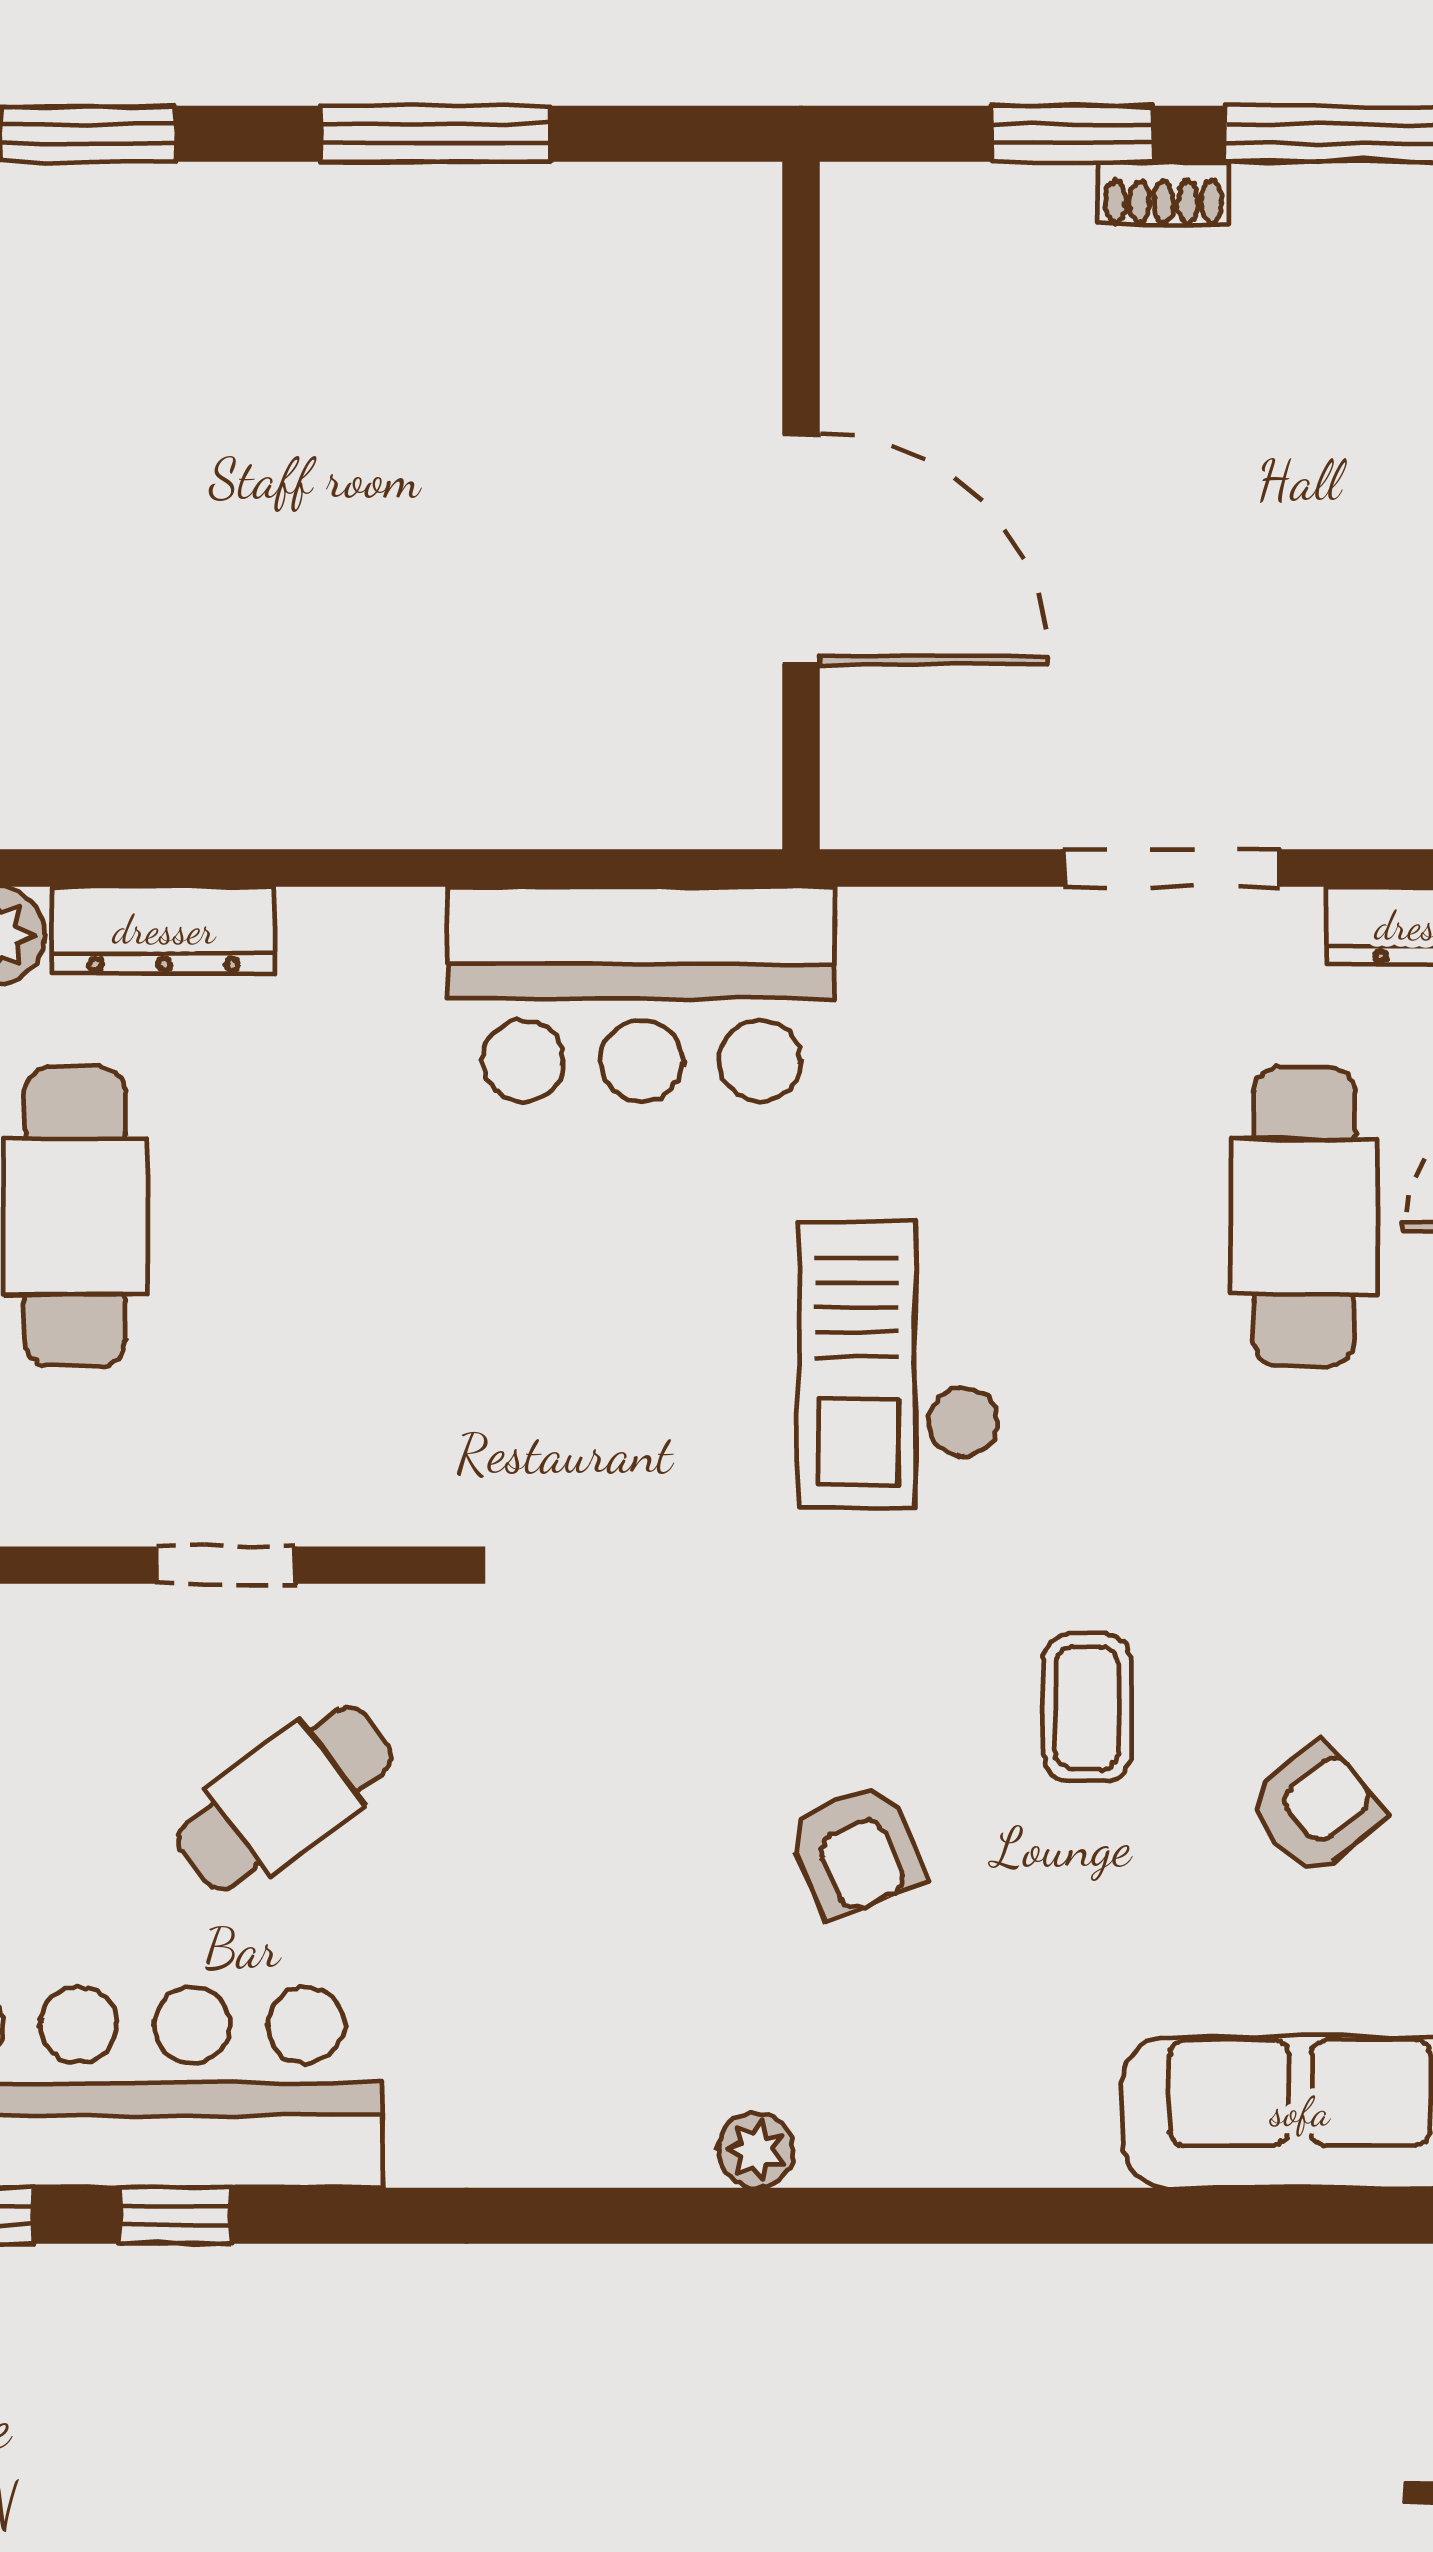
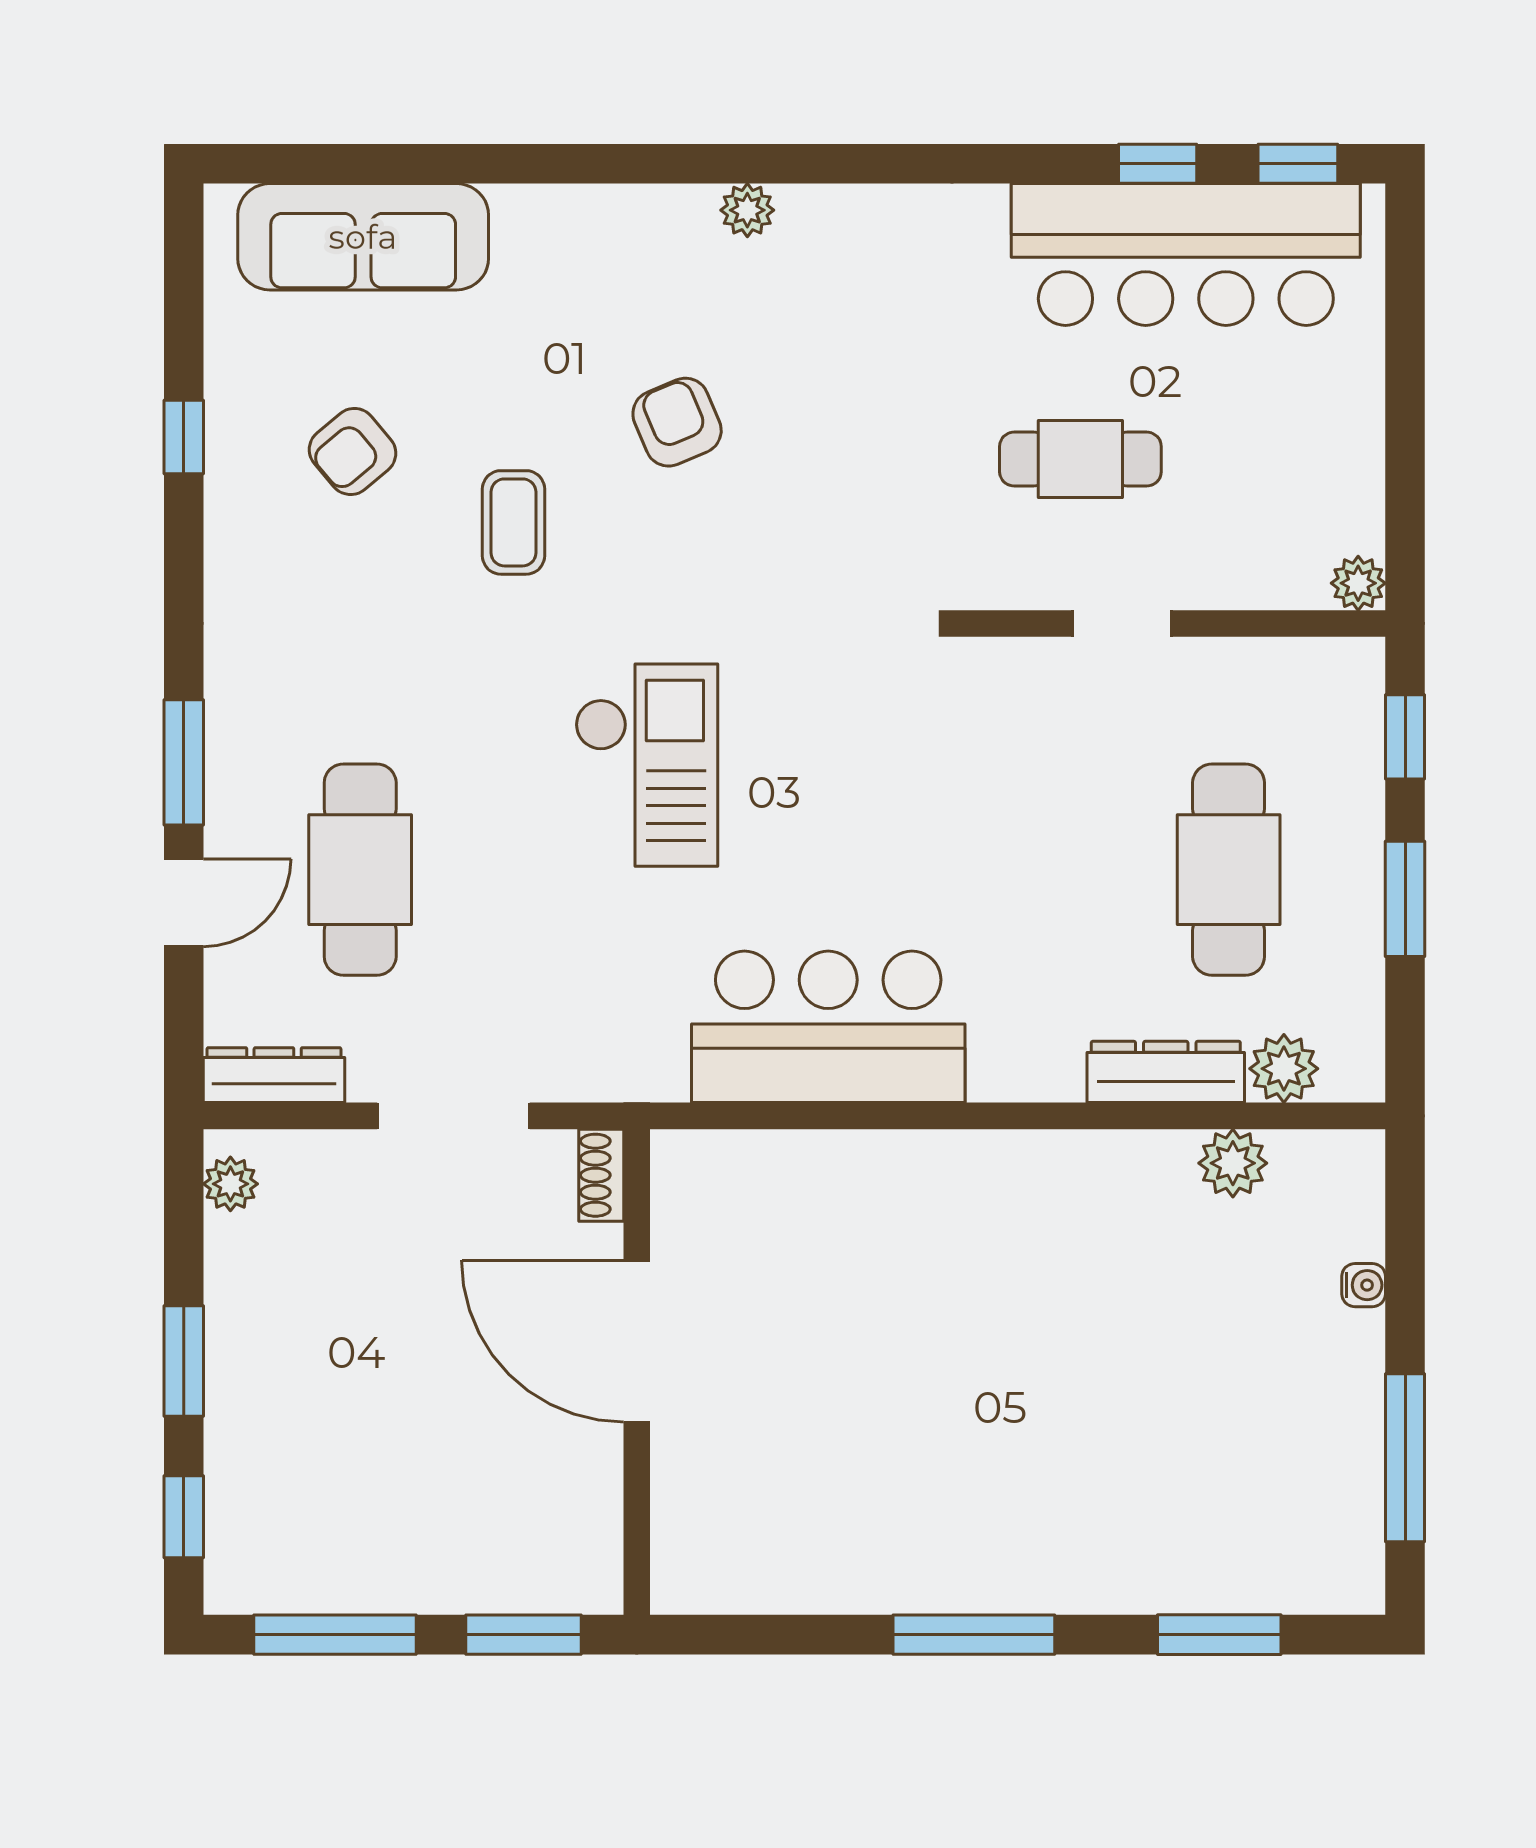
shoe rack: (1164, 193) -> (601, 1175), moved, turned -90
wall: (801, 506) -> (637, 1372), moved
door: (801, 549) -> (637, 1341), moved
plant: (69, 801) -> (1233, 1163), added
cafe table: (285, 1798) -> (1080, 459), turned 37

